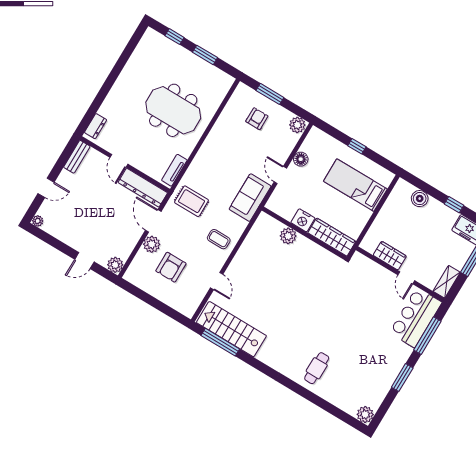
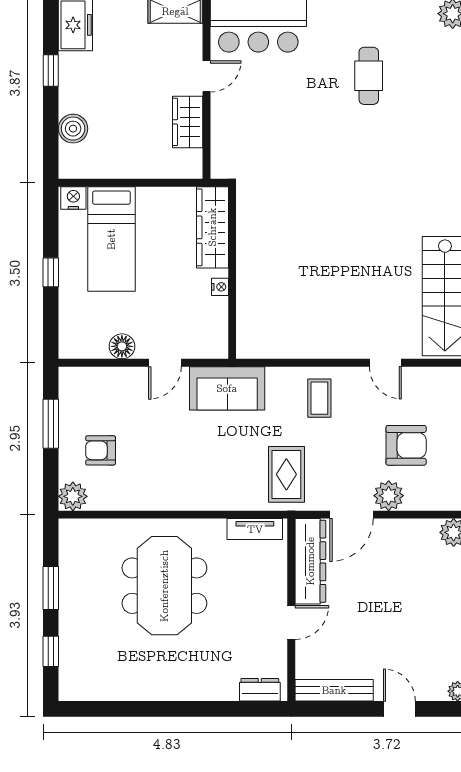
window: (270, 94) -> (51, 424), moved
plant: (297, 125) -> (73, 496), moved
bench: (77, 157) -> (334, 690), width x1.36
nightstand: (386, 179) -> (73, 198), added
nightstand: (303, 220) -> (220, 287), width x0.53, depth x0.56
plant: (288, 236) -> (251, 295), removed
door: (217, 281) -> (385, 363), swing flipped
cafe table: (317, 368) -> (369, 76), moved, turned 90

